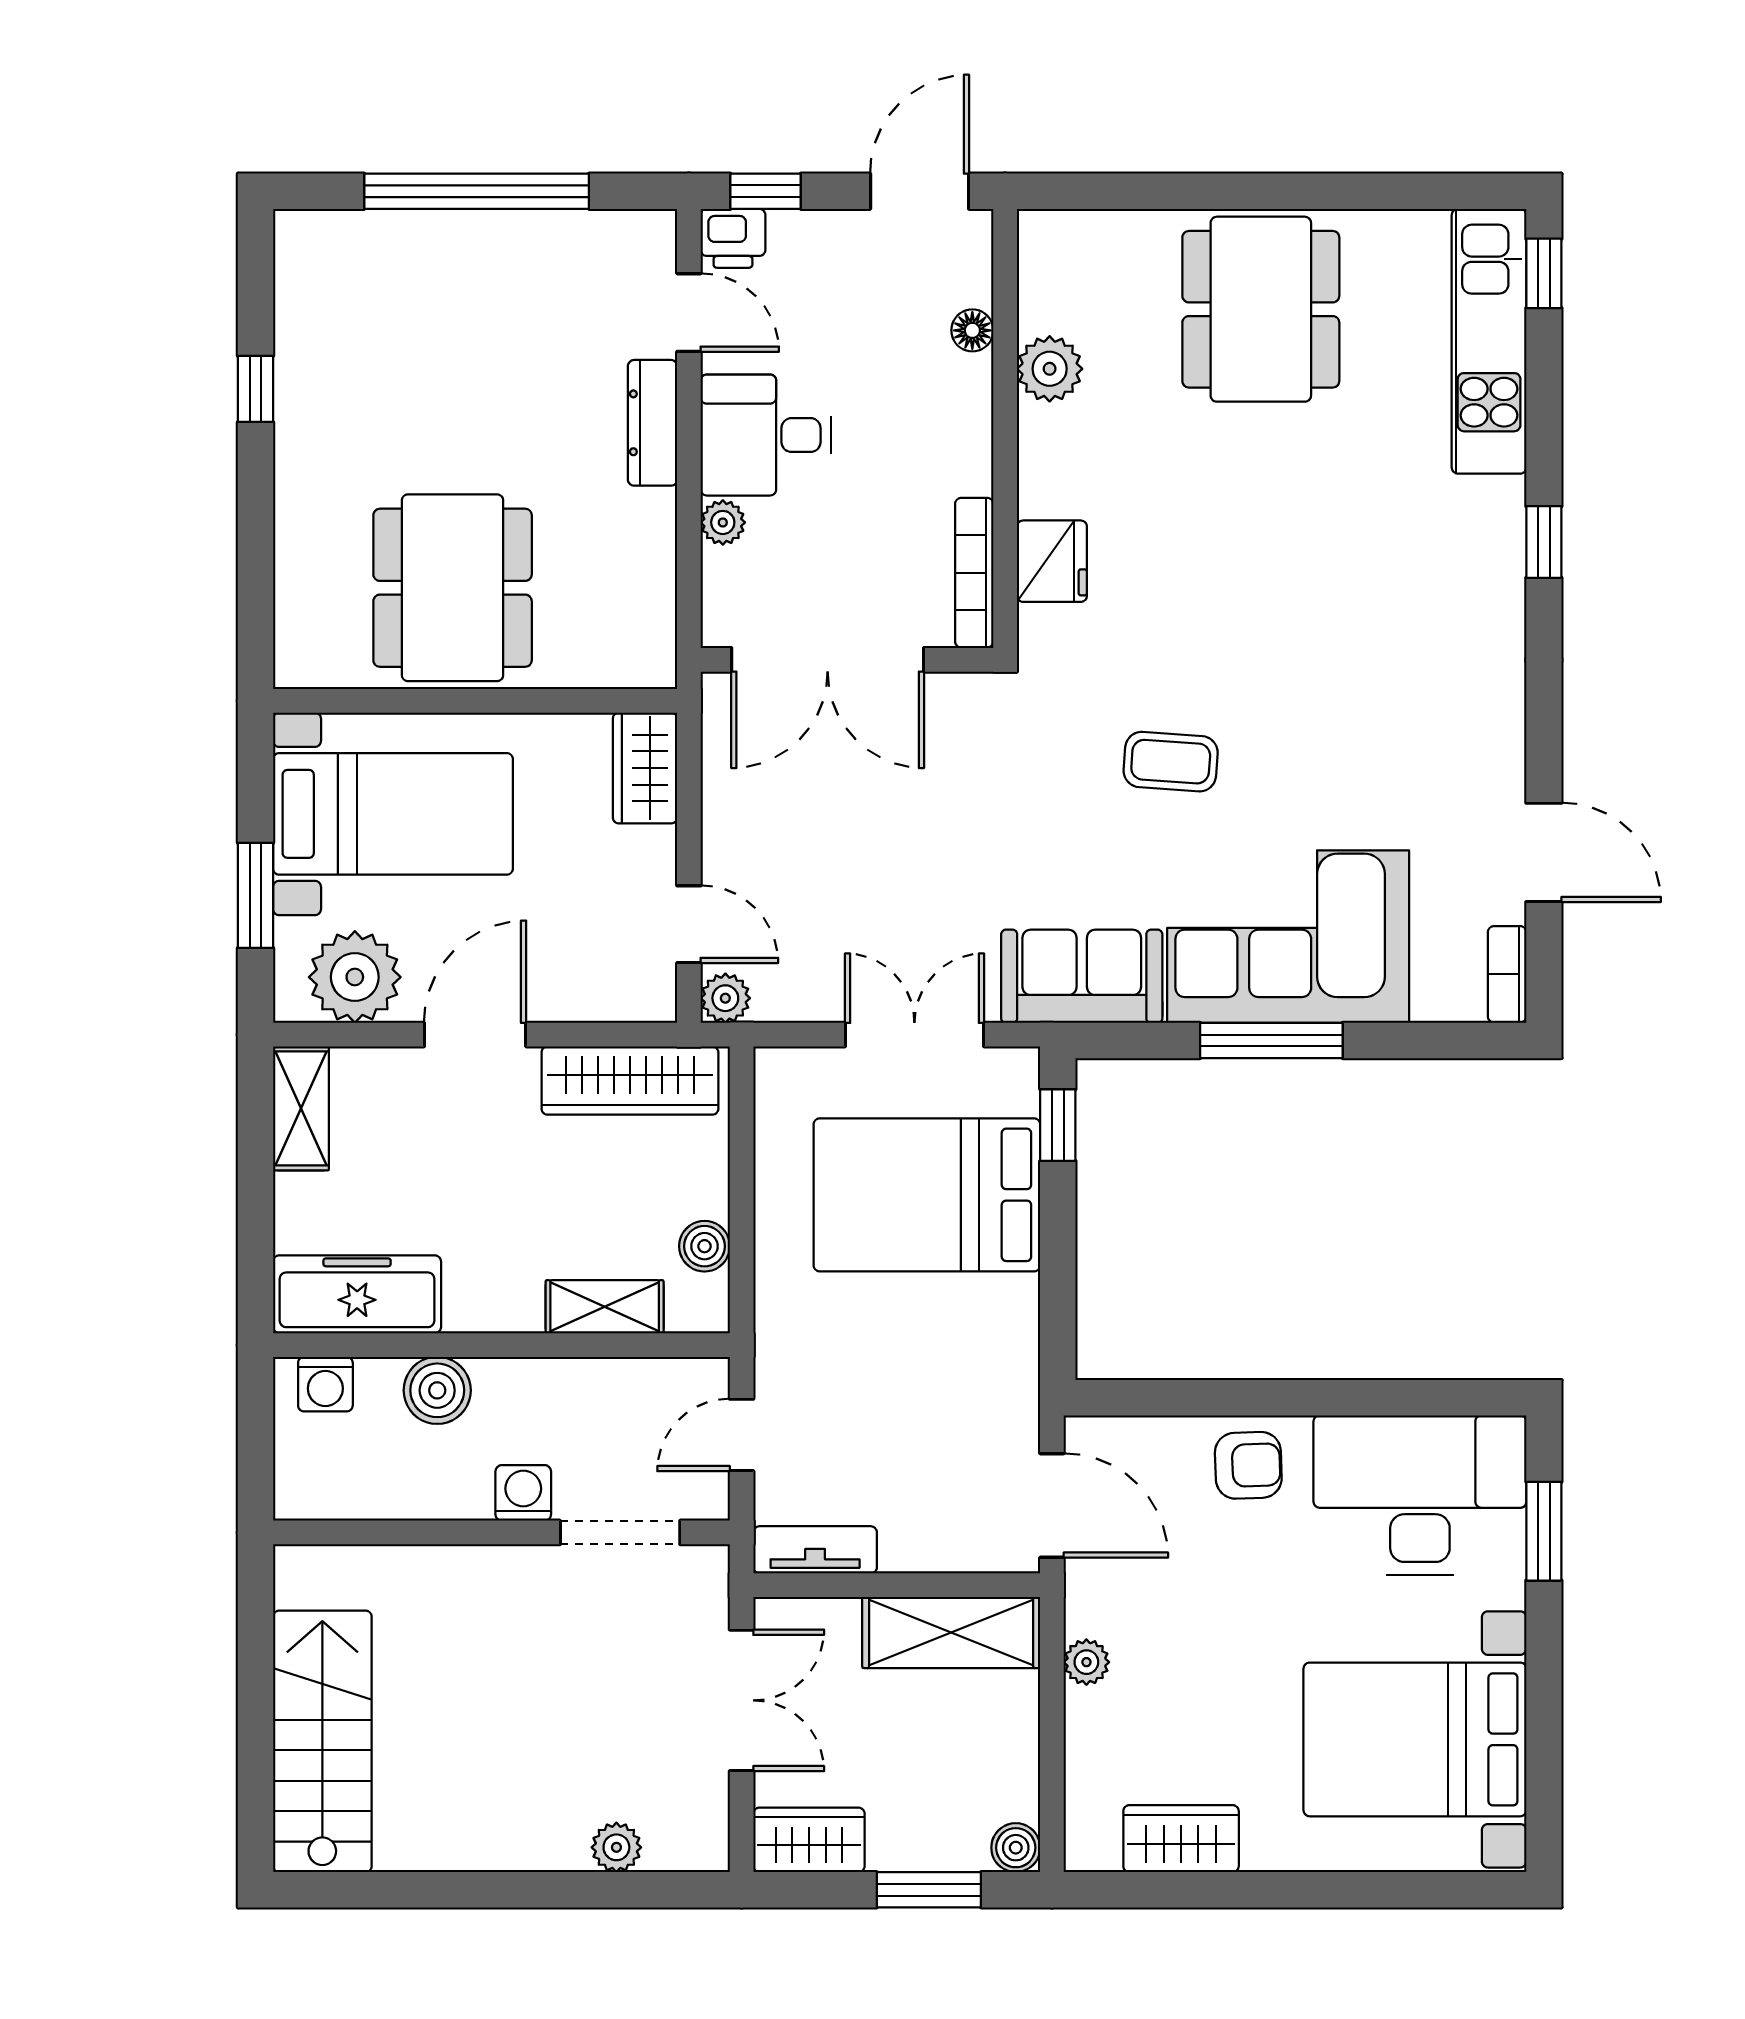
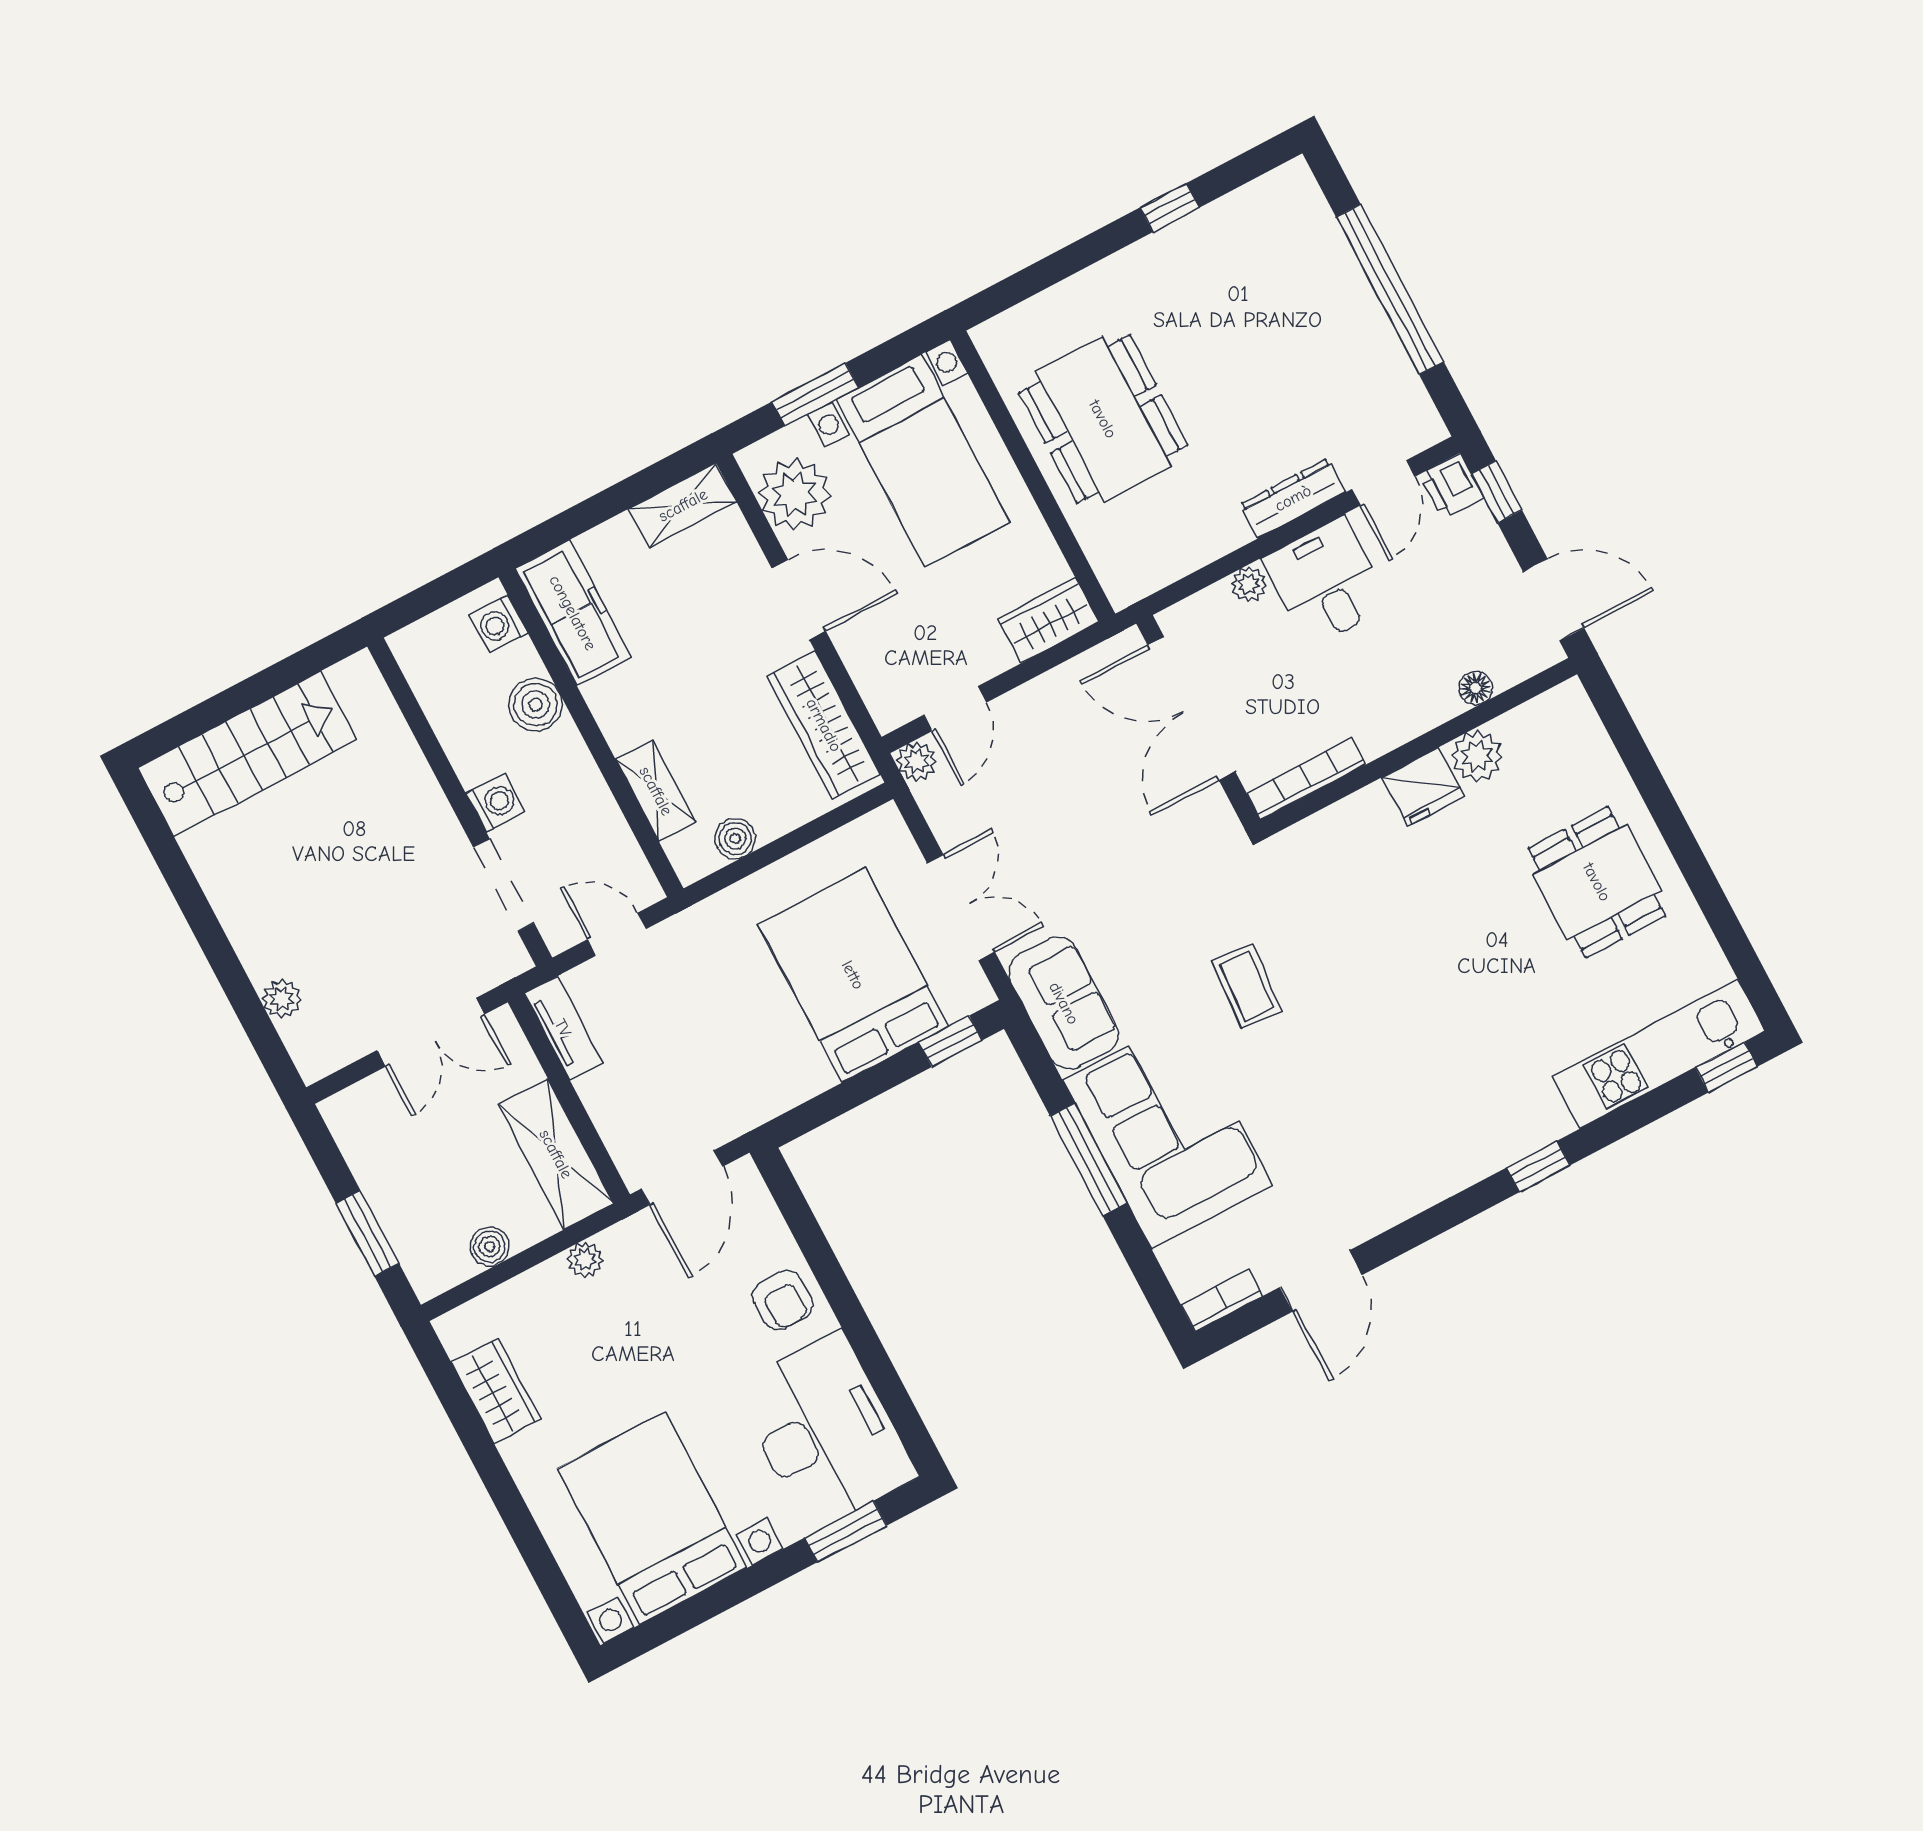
dining table: (1261, 309) -> (1597, 882), width x0.73
fridge: (1052, 561) -> (1423, 787), moved
dining table: (453, 588) -> (1103, 419), turned 90
wardrobe: (809, 1840) -> (358, 1131), removed
boiler: (1016, 1848) -> (490, 1247), moved

